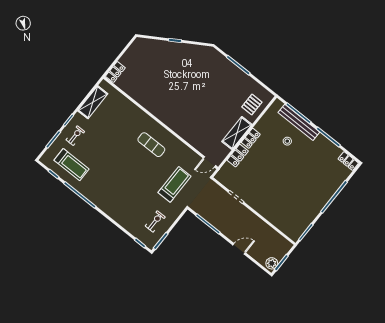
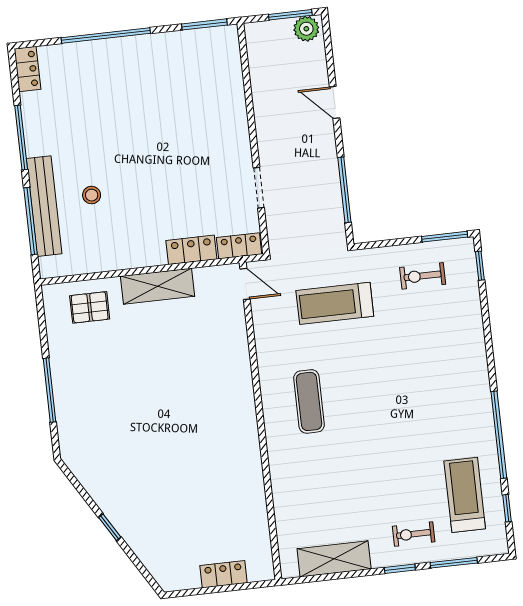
locker: (115, 72) -> (223, 574), moved
locker: (251, 138) -> (239, 246), moved

